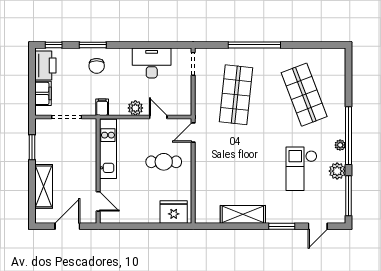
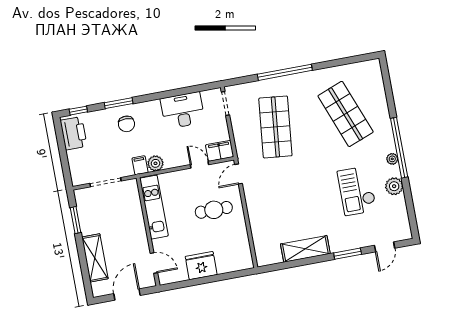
filing cabinet: (43, 93) -> (220, 151), moved, turned -90
plant: (135, 108) -> (155, 163), moved
window: (349, 196) -> (410, 210), removed
fridge: (174, 212) -> (201, 266), moved

